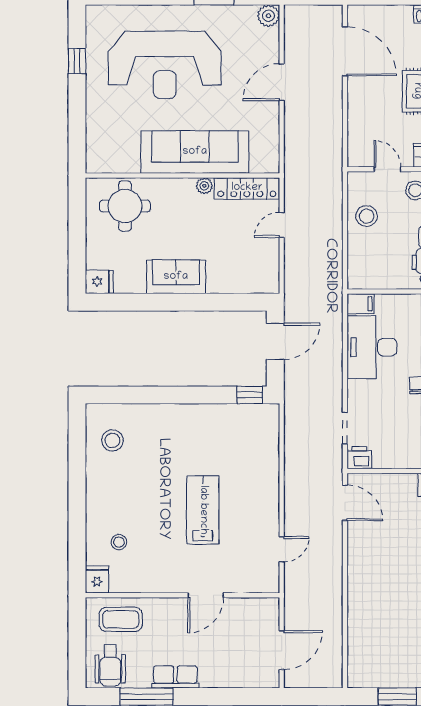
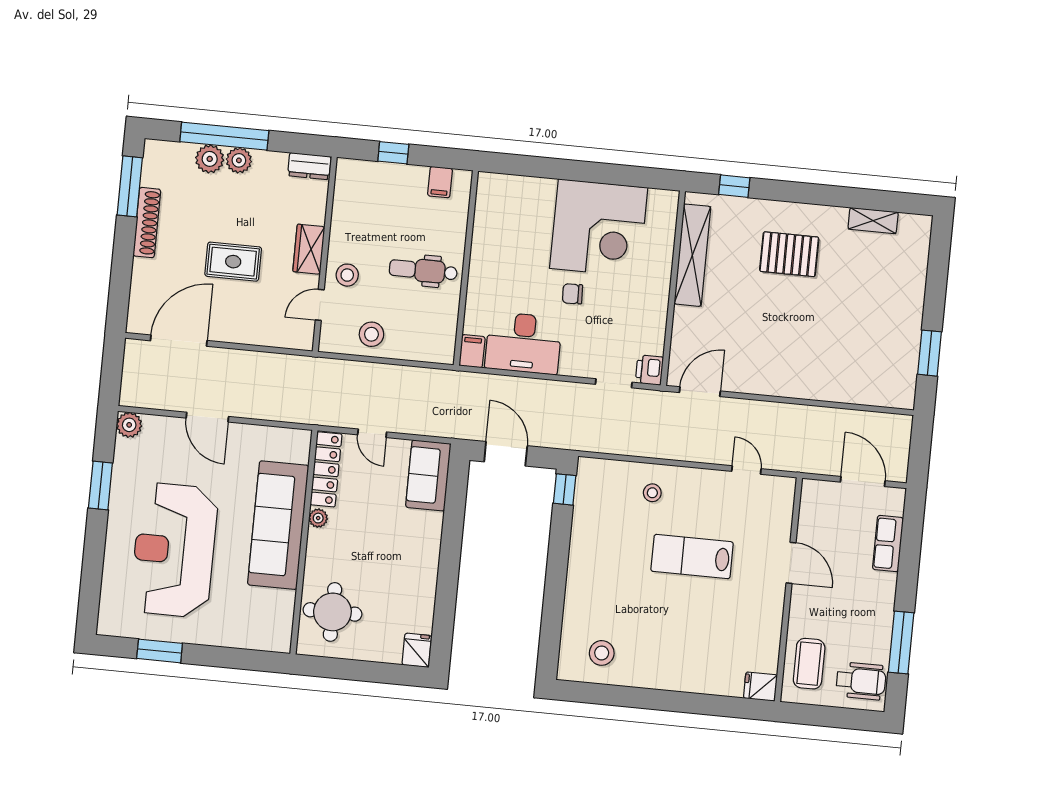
window: (77, 61) -> (160, 651), width x1.50
reception desk: (165, 65) -> (174, 550), turned 180
sofa: (176, 277) -> (428, 475), moved
stool: (119, 542) -> (652, 493), moved
row of seats: (175, 677) -> (888, 544), moved

